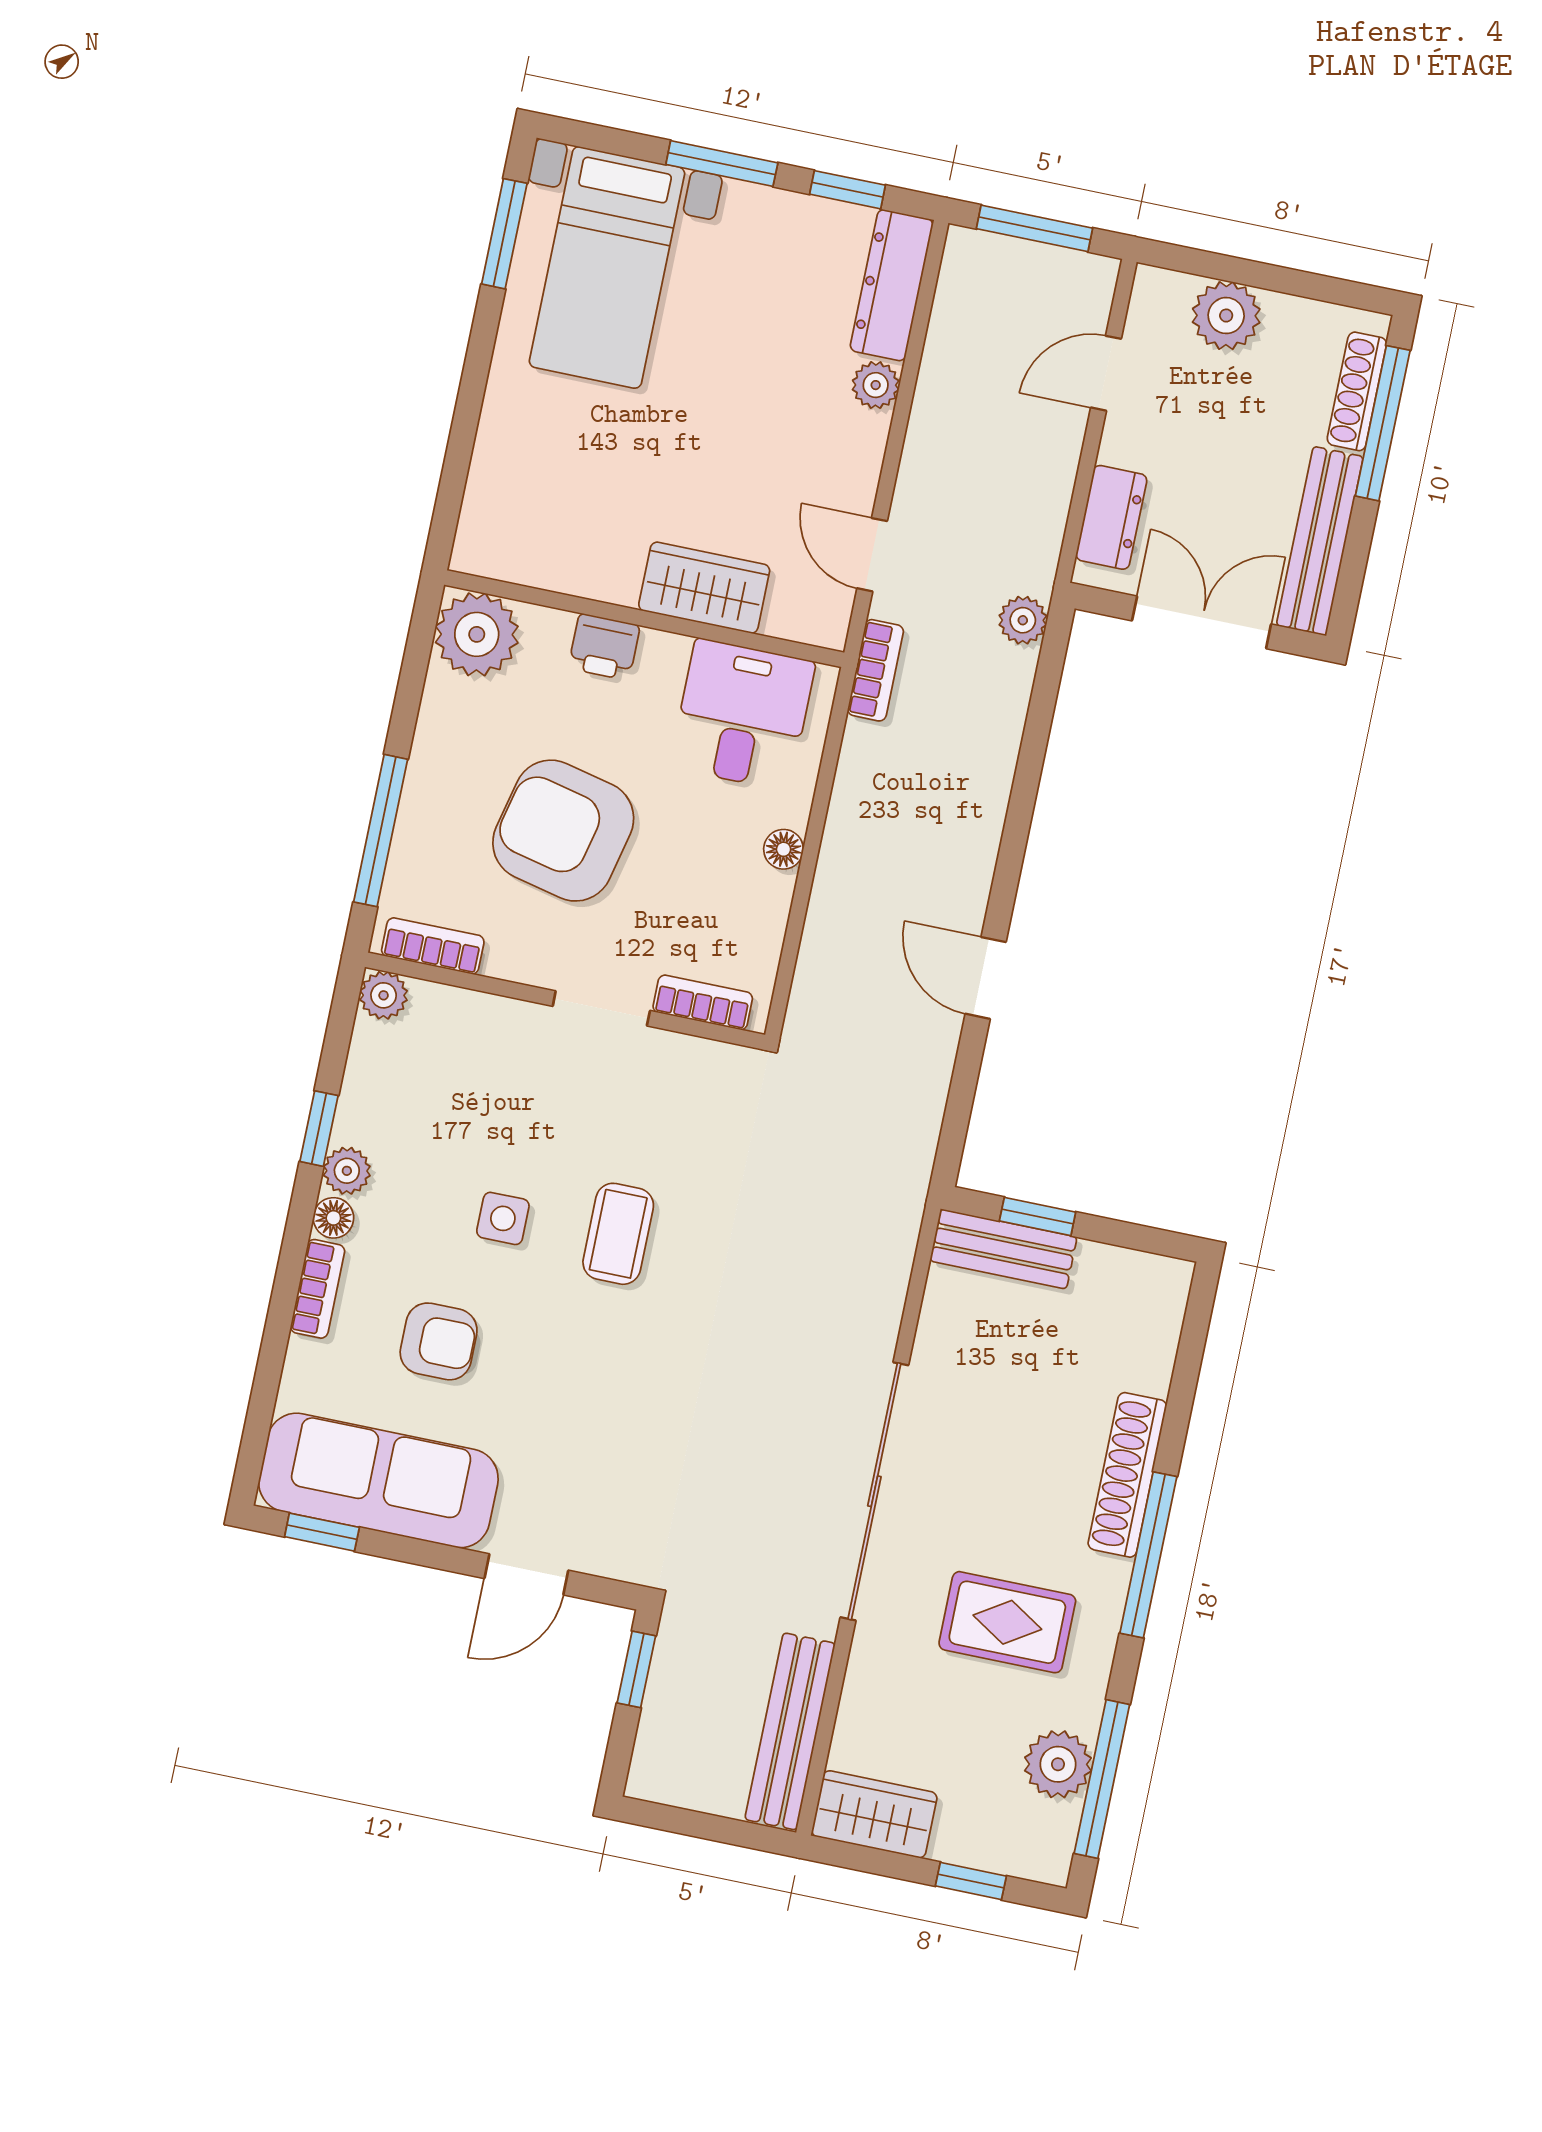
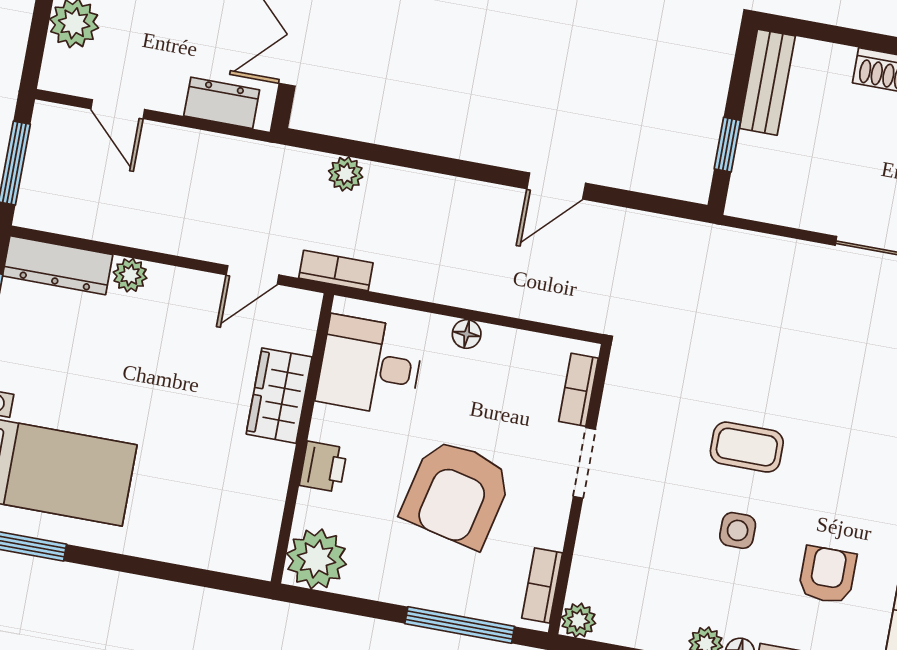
plant: (1023, 620) -> (346, 174), moved
bench: (1003, 1249) -> (767, 82), moved

